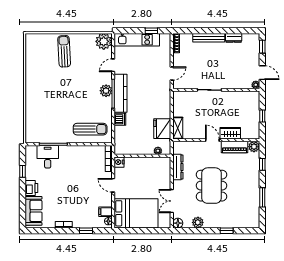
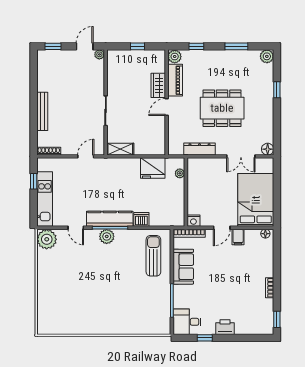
dresser: (234, 38) -> (42, 81), removed
sun lounger: (64, 51) -> (59, 287), removed
door: (172, 73) -> (86, 156), hinge flipped
shelving: (178, 128) -> (120, 149), moved
desk: (48, 157) -> (187, 322), moved
sofa: (34, 211) -> (183, 267), moved, turned 90
filing cabinet: (106, 212) -> (238, 237), moved
plant: (198, 222) -> (267, 56), moved
window: (86, 231) -> (277, 319), moved

